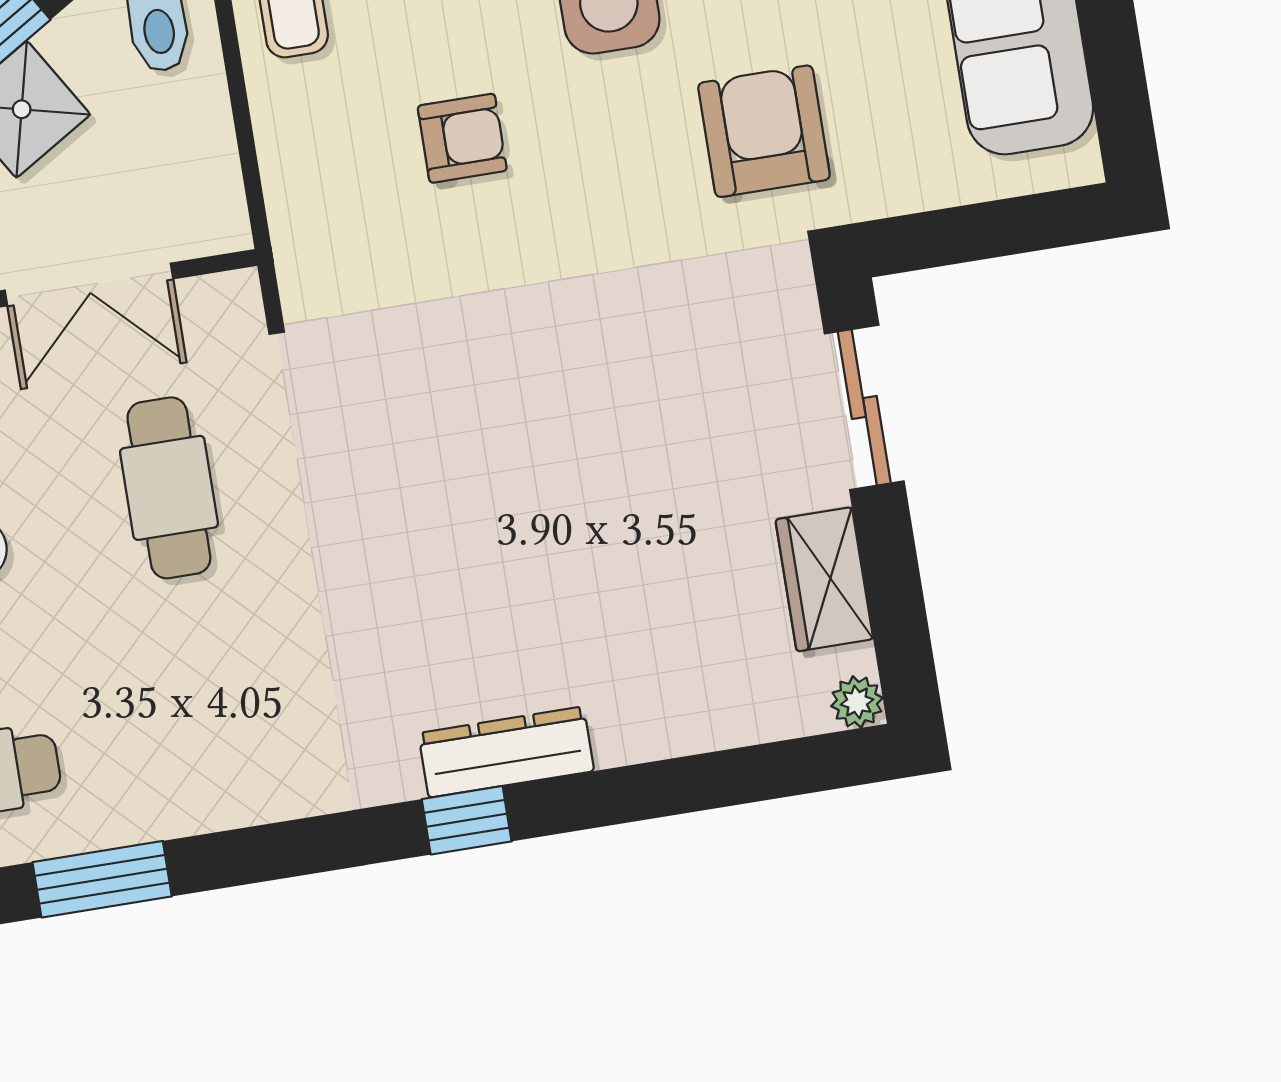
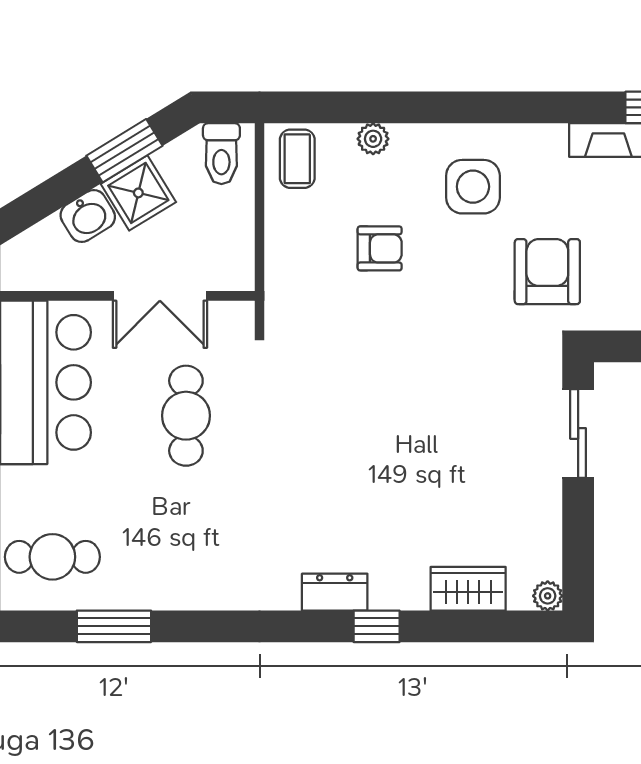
wardrobe: (824, 579) -> (468, 589), moved, turned 90
dresser: (506, 752) -> (335, 592), width x0.70
window: (467, 820) -> (377, 626), moved

